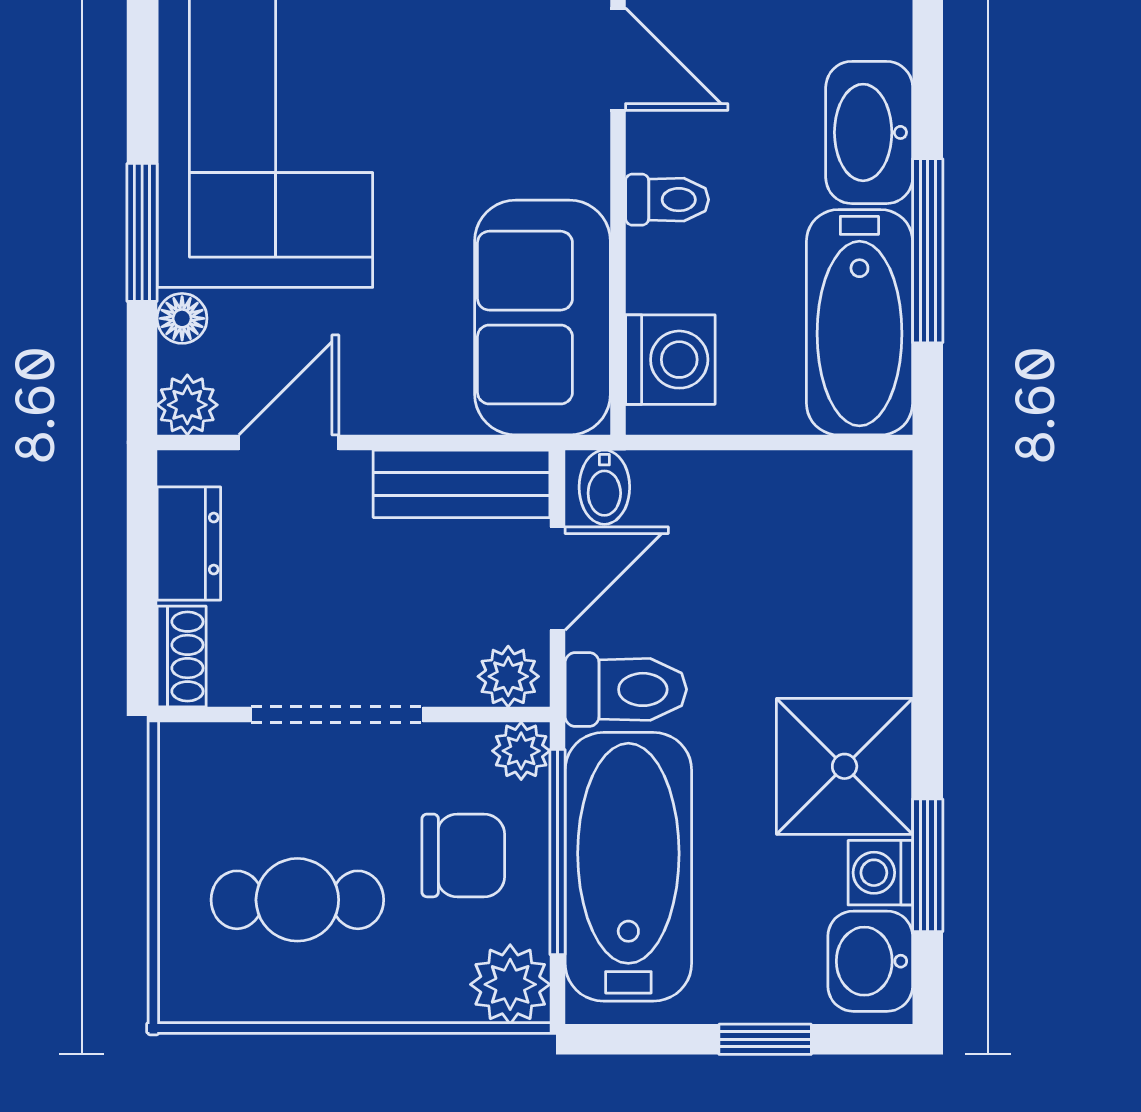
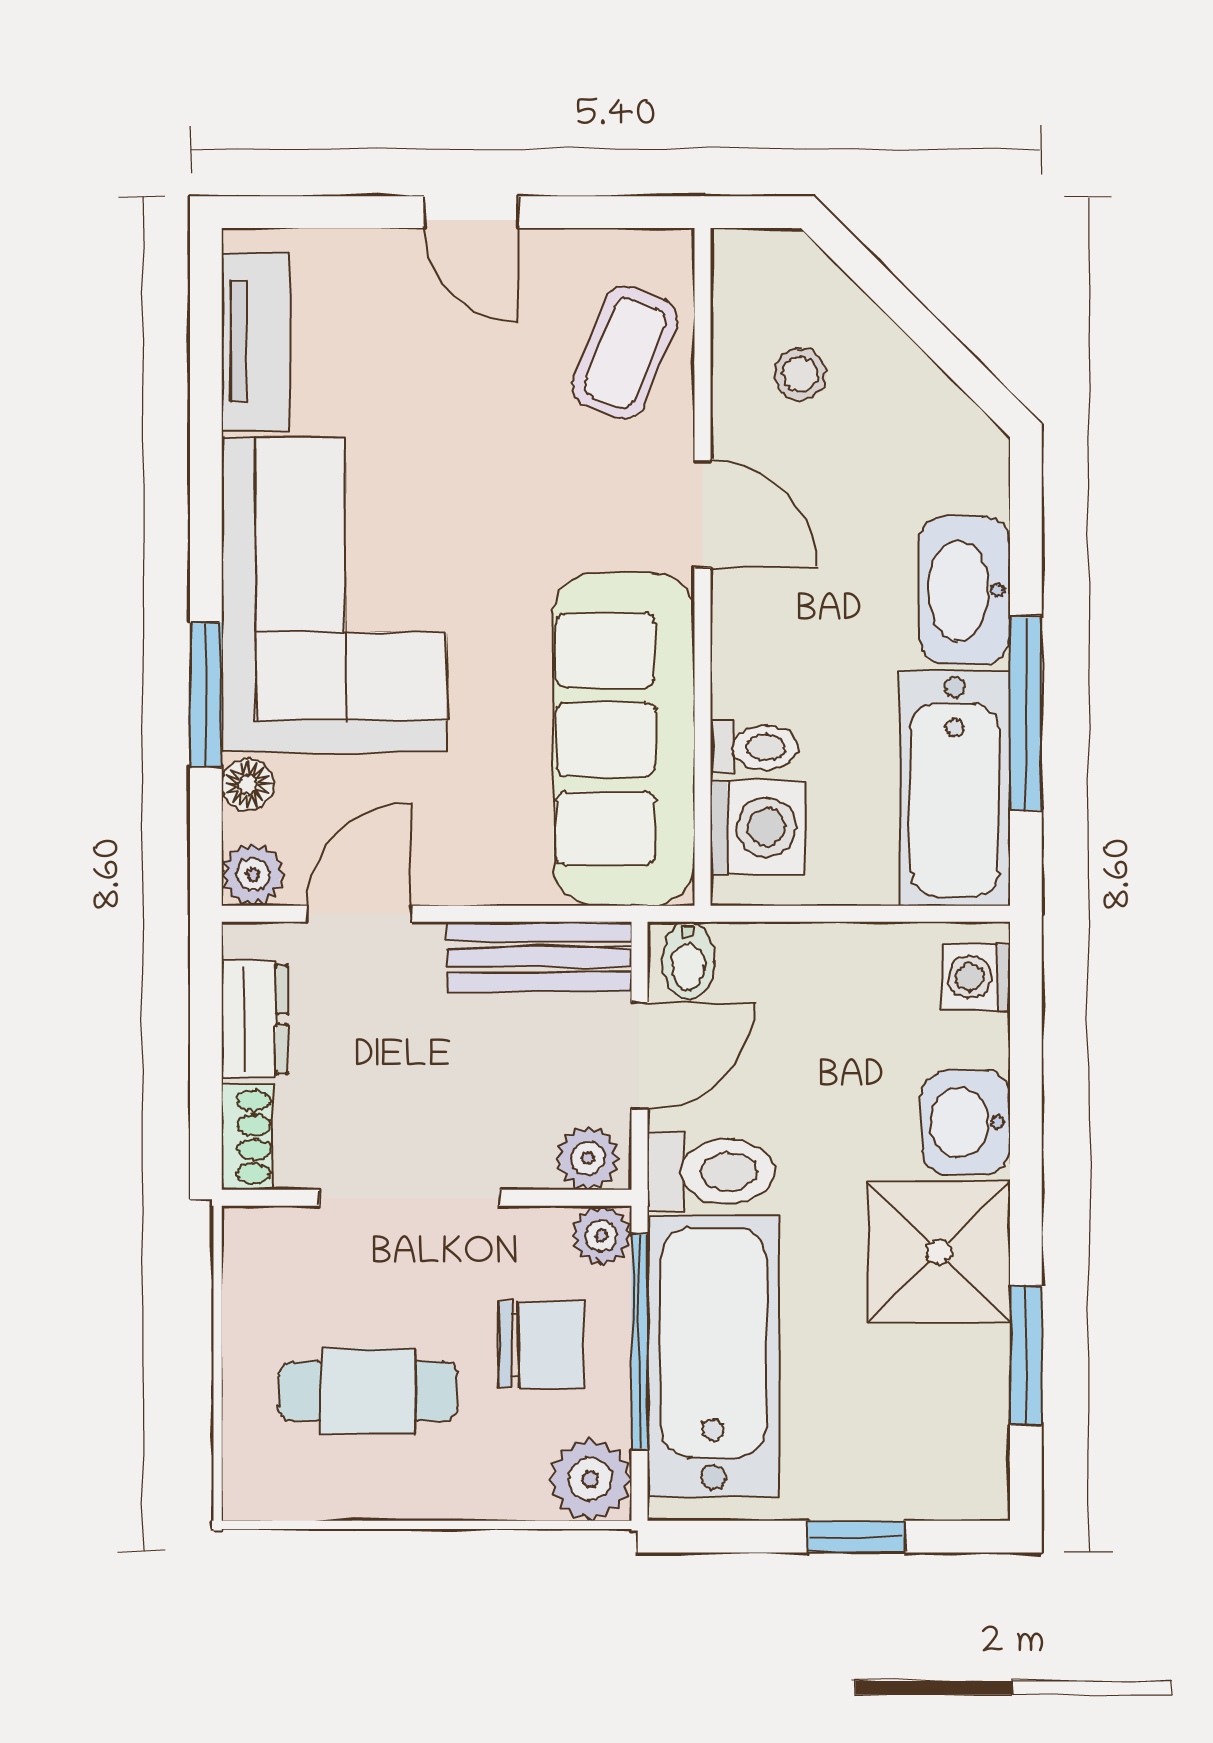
toilet: (667, 200) -> (754, 748), moved
sofa: (543, 318) -> (624, 739), width x1.36
washing machine: (880, 873) -> (976, 977), moved
washbasin: (870, 961) -> (966, 1122), moved

